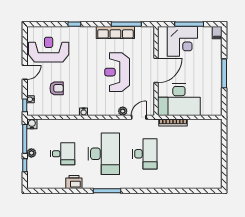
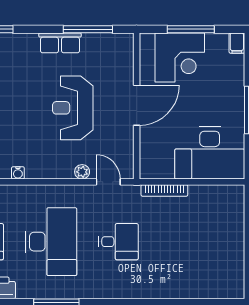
row of seats: (115, 32) -> (60, 43), width x0.68
desk: (179, 100) -> (210, 153), moved
door: (139, 117) -> (108, 182), hinge flipped
desk: (145, 154) -> (118, 242), width x0.73

